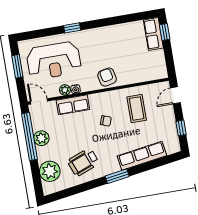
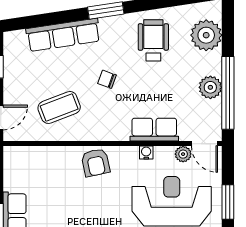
plant: (65, 90) -> (183, 154), moved
coffee table: (137, 109) -> (59, 107), turned 69
chair: (106, 121) -> (107, 79), moved
wheelchair: (83, 162) -> (153, 40), turned -69

